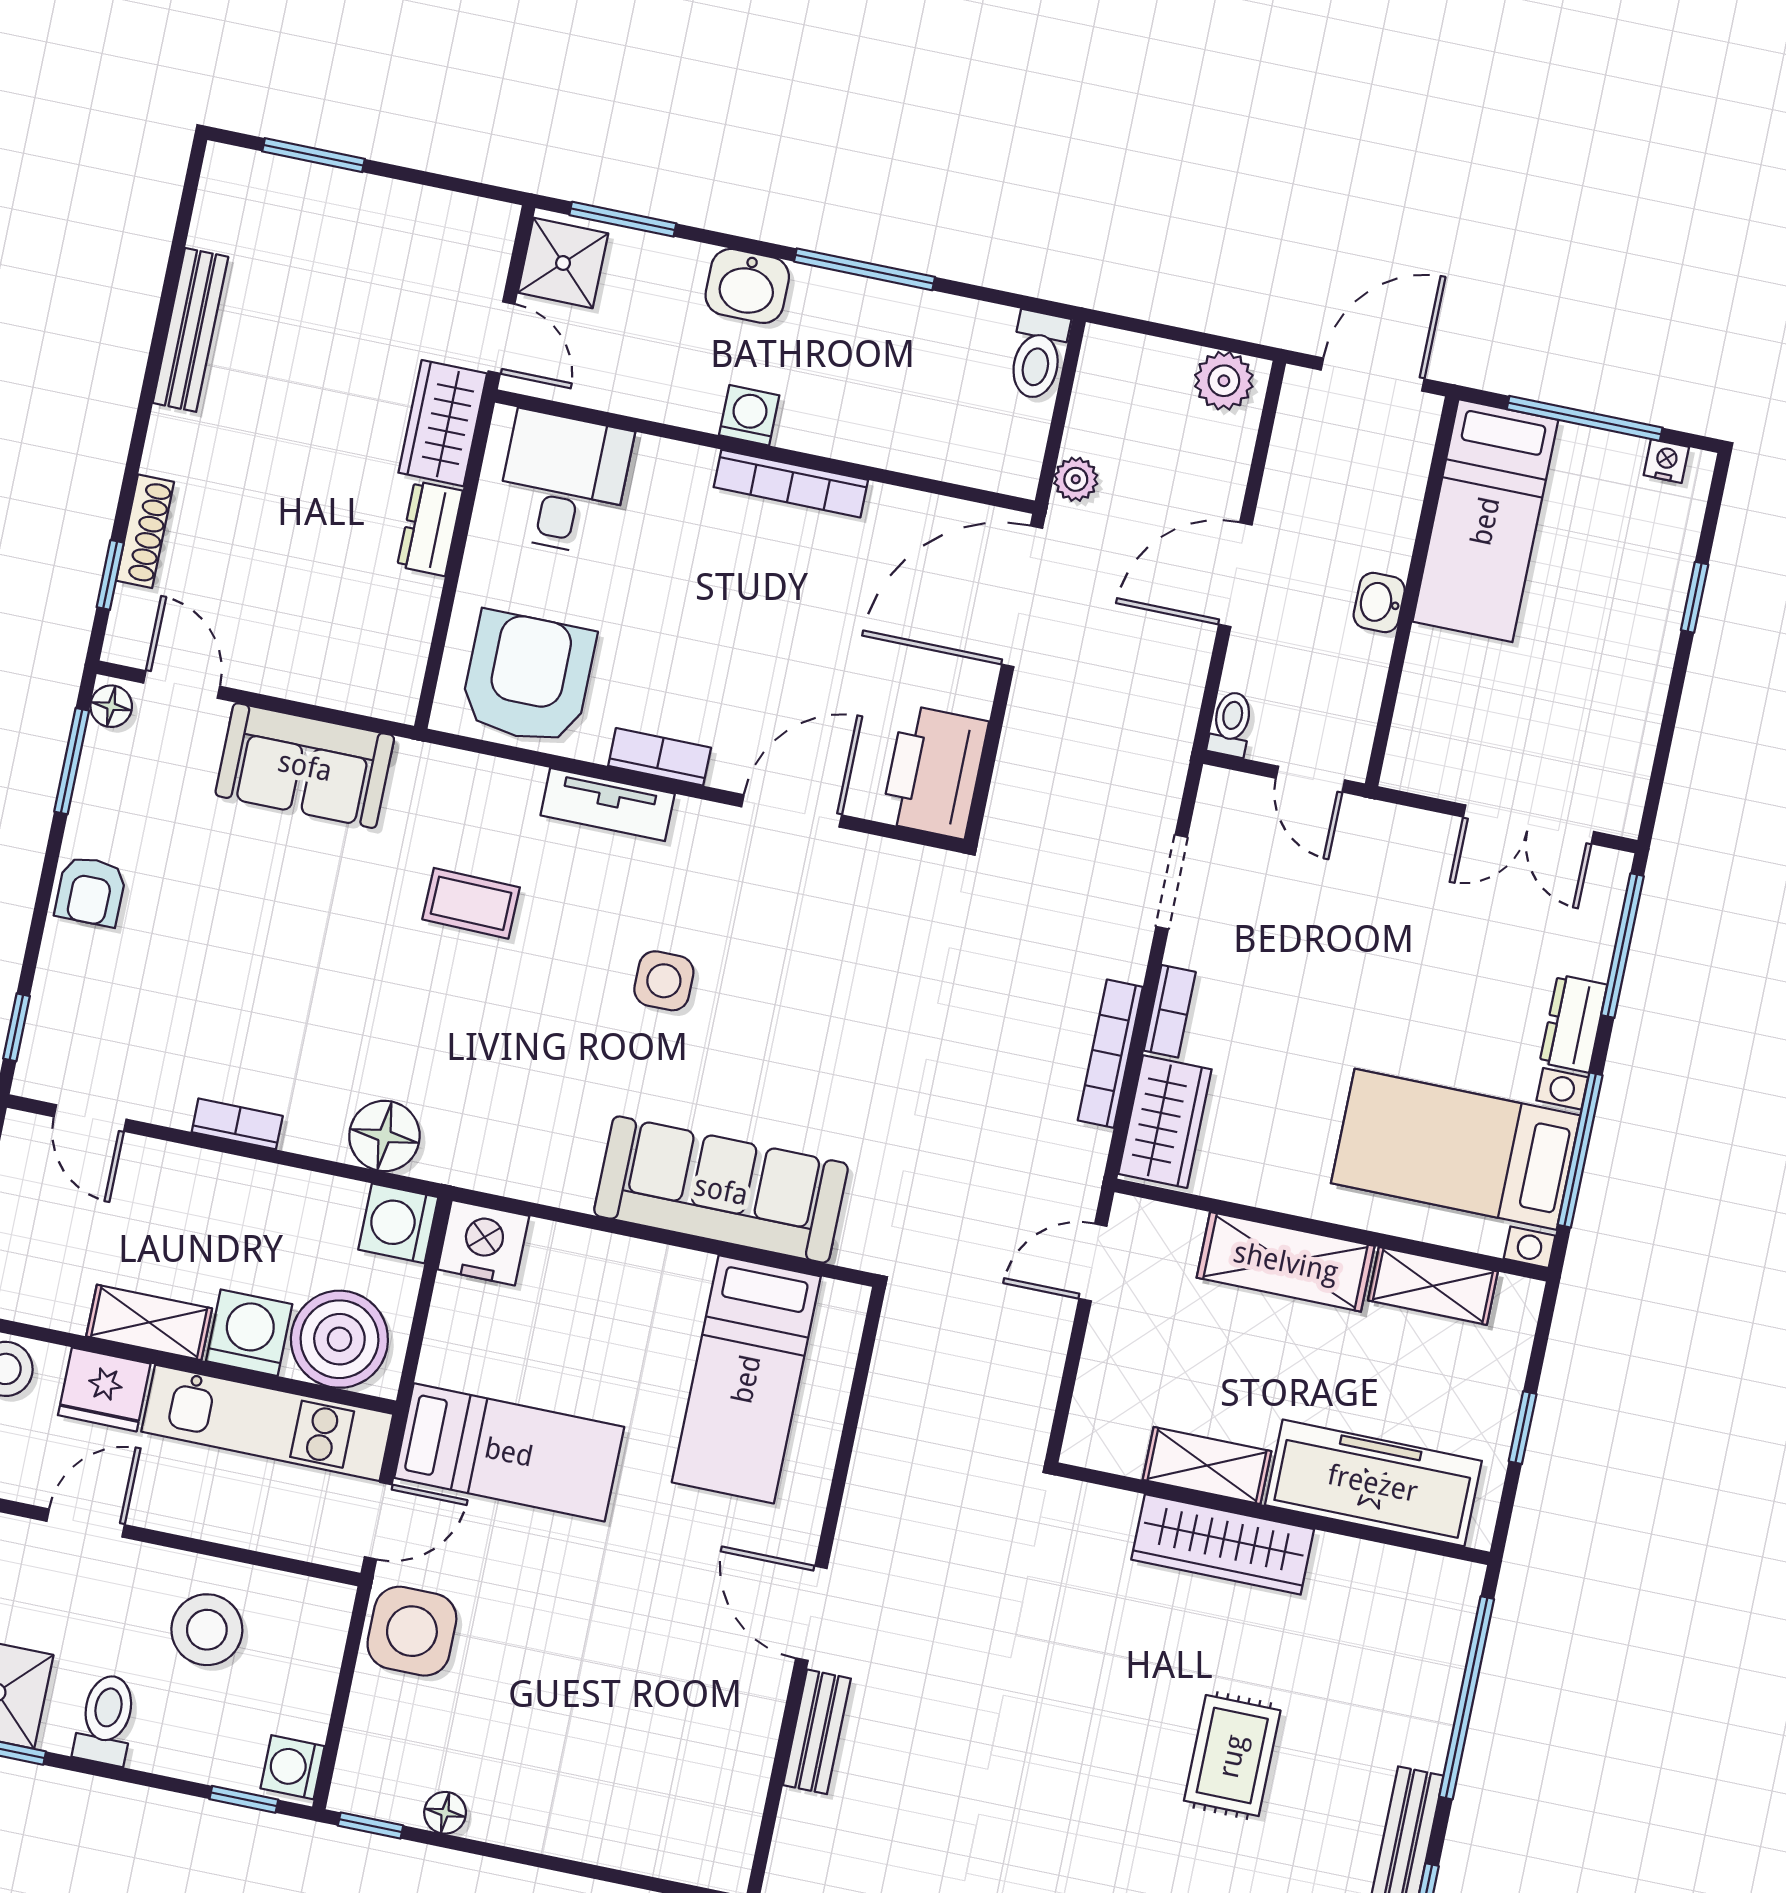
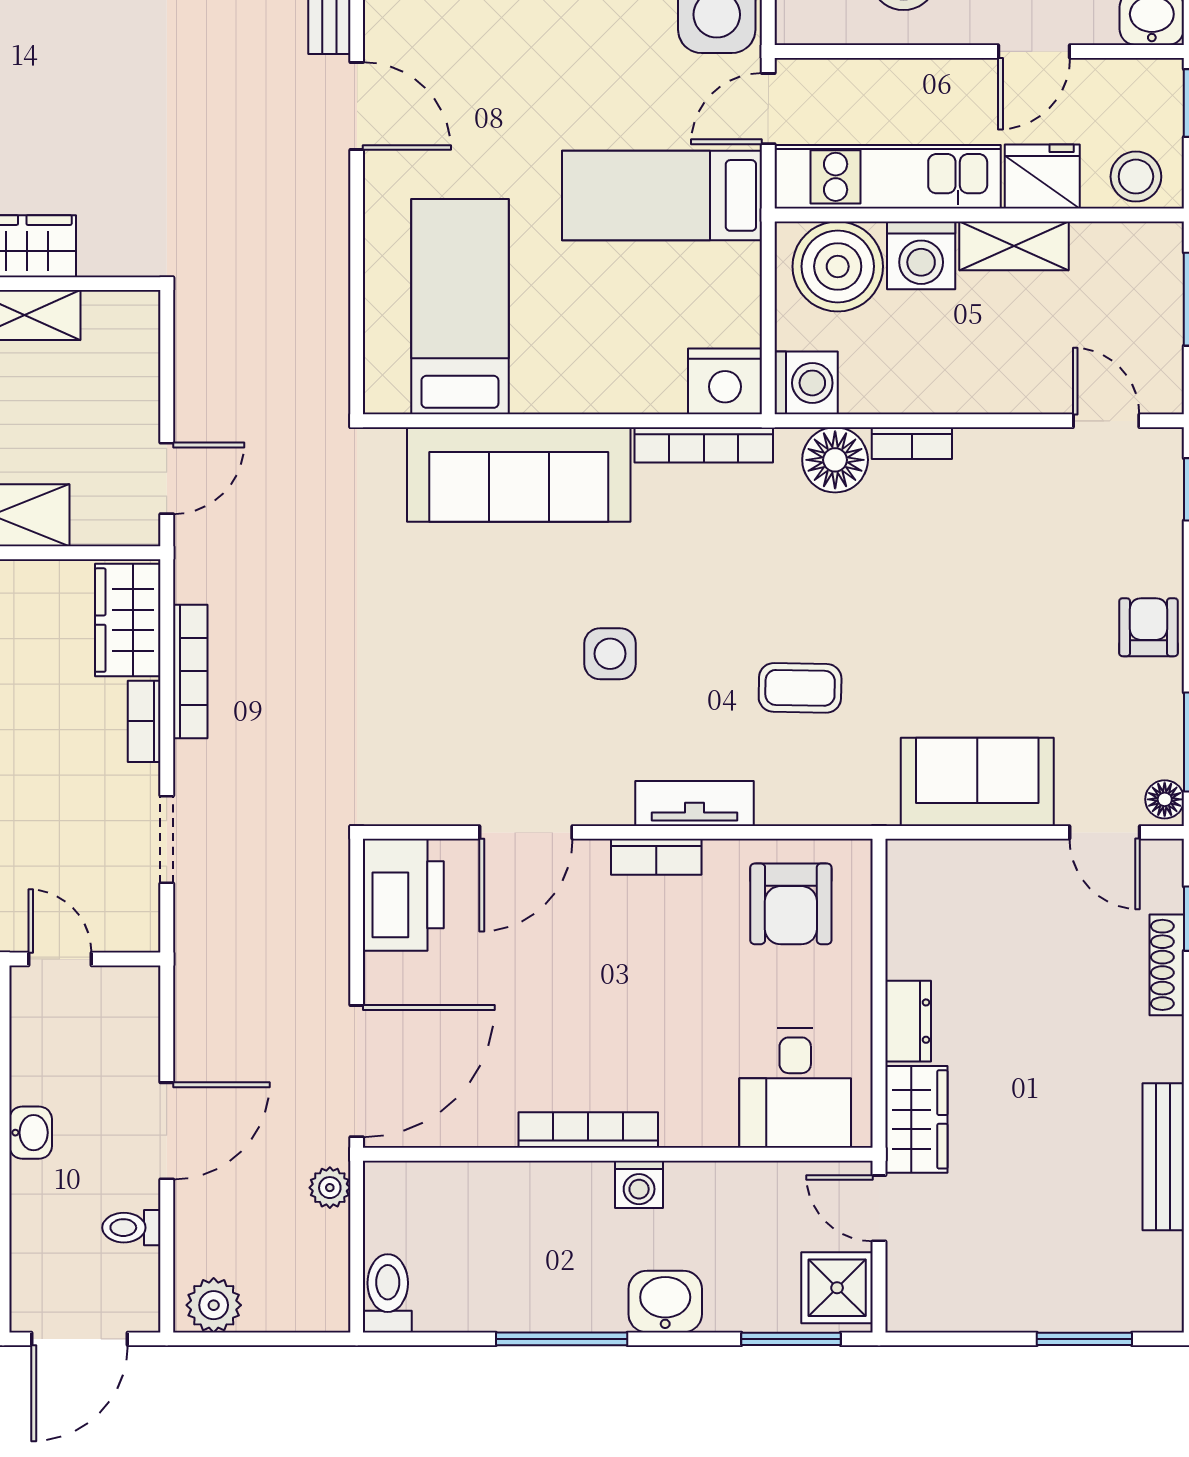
armchair: (528, 678) -> (791, 904), width x0.73, depth x0.73
toilet: (1231, 724) -> (131, 1228), moved, turned 90
bookcase: (237, 1124) -> (912, 443), moved
bookcase: (520, 1181) -> (704, 445), added

